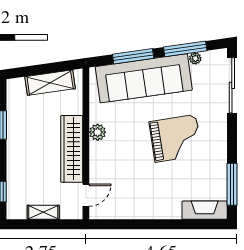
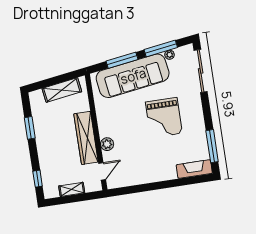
plant: (98, 132) -> (107, 144), moved
grand piano: (176, 138) -> (164, 118), turned 99

